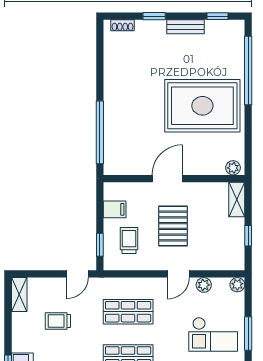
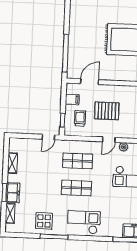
door: (167, 179) -> (90, 82), moved
pallet: (173, 226) -> (107, 111), turned 90
shelving: (19, 294) -> (12, 163), moved
trolley: (58, 321) -> (35, 165), removed

